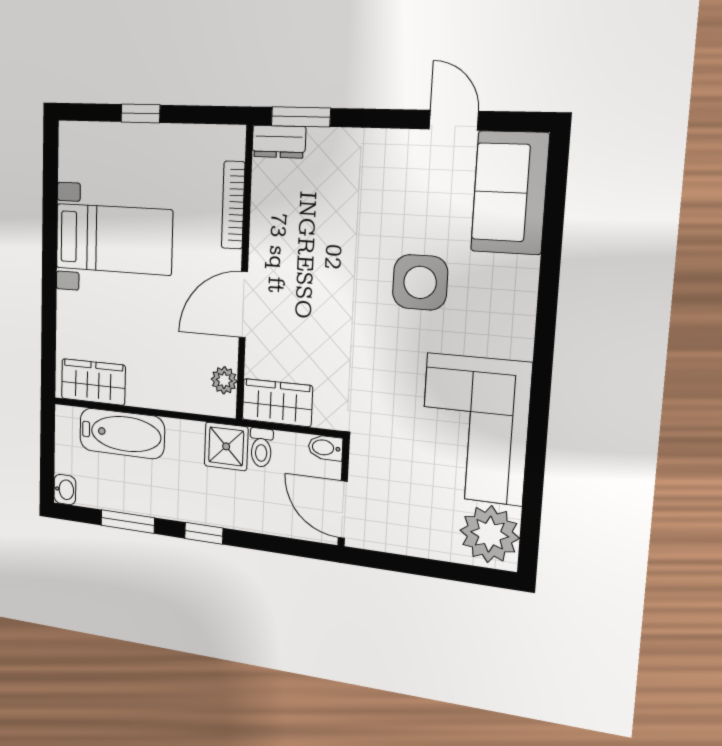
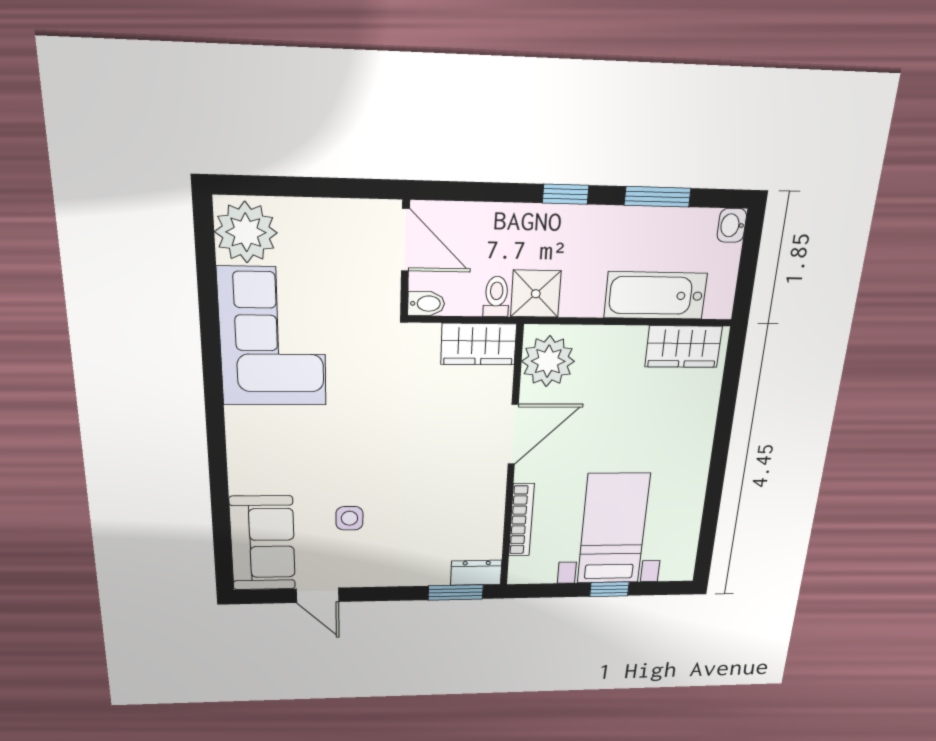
bed with nightstands: (114, 239) -> (613, 529), moved, turned 90
side table: (420, 282) -> (349, 518), moved, width x0.54, depth x0.54
plant: (224, 380) -> (548, 361), width x1.88, depth x1.88

